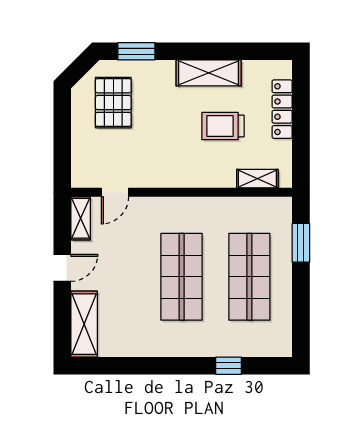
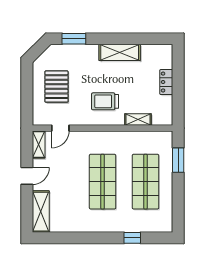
pallet: (113, 103) -> (56, 87), moved
locker: (282, 109) -> (166, 82), width x0.66
trolley: (223, 126) -> (105, 101), moved
shelving: (257, 179) -> (138, 119), moved

